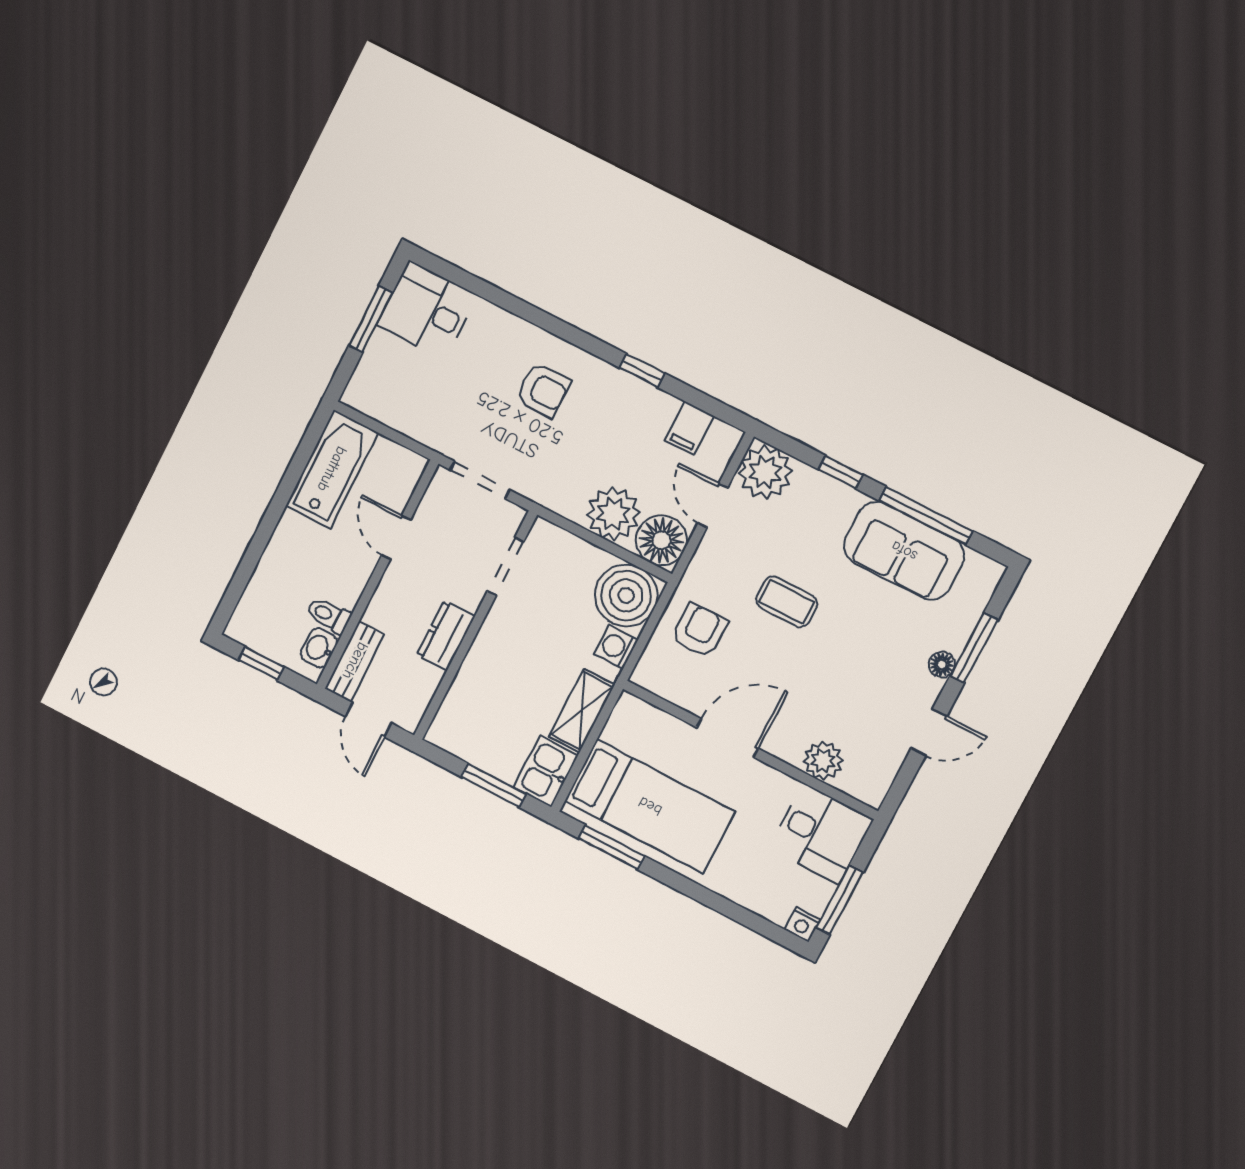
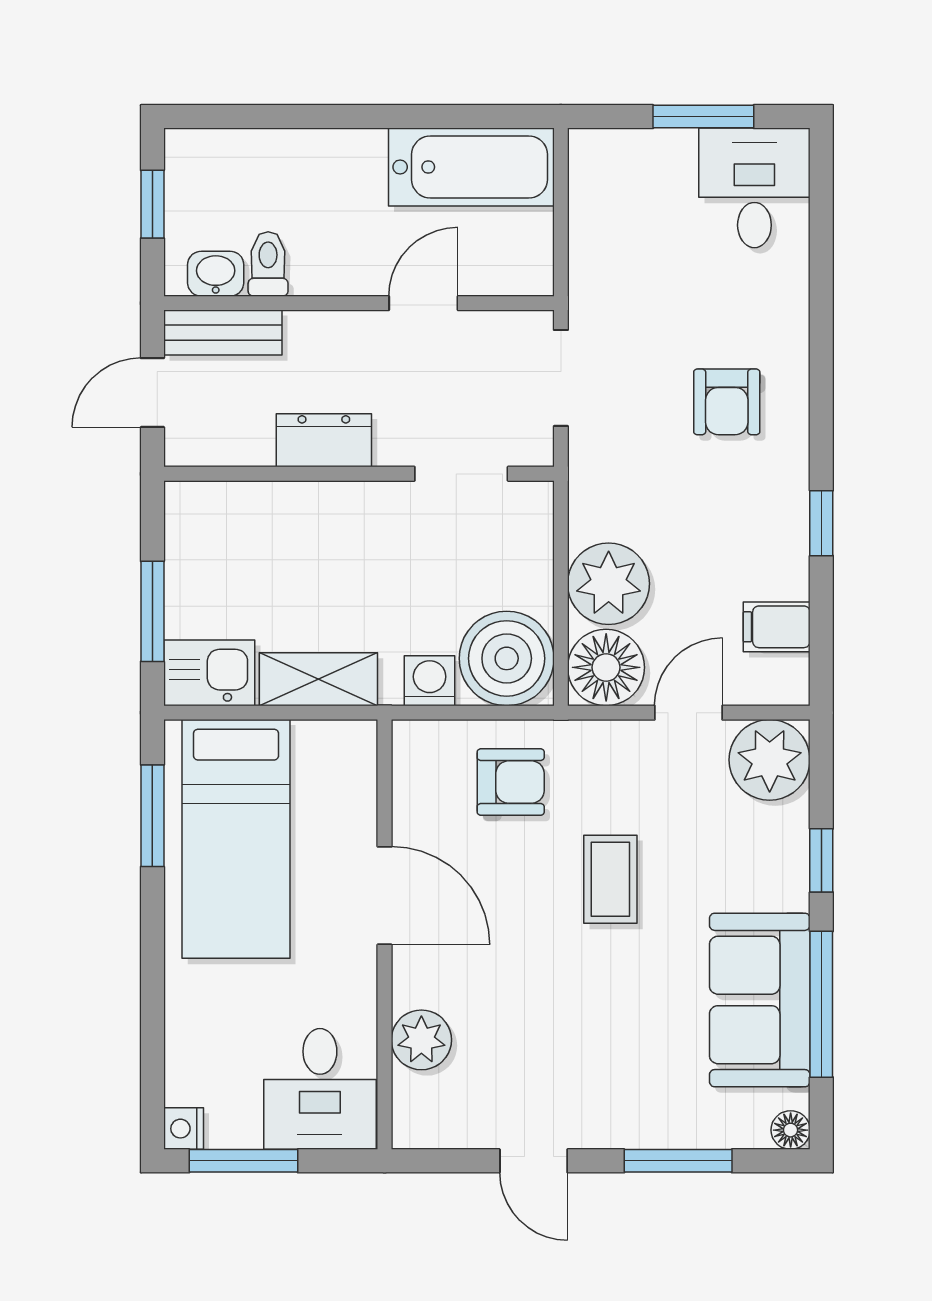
floor lamp: (942, 665) -> (791, 1130), moved

